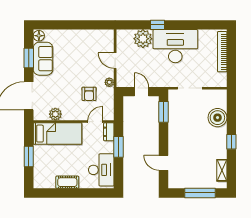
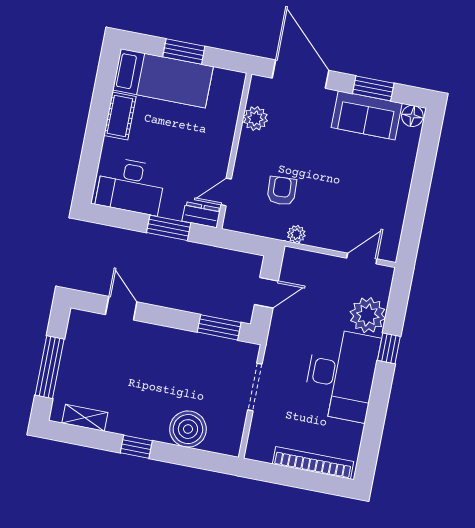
door: (115, 61) -> (362, 258), moved
armchair: (89, 94) -> (282, 191), turned 87
door: (95, 122) -> (226, 192), swing flipped
bed: (57, 134) -> (163, 78), moved, turned -90
door: (163, 163) -> (121, 308), hinge flipped

